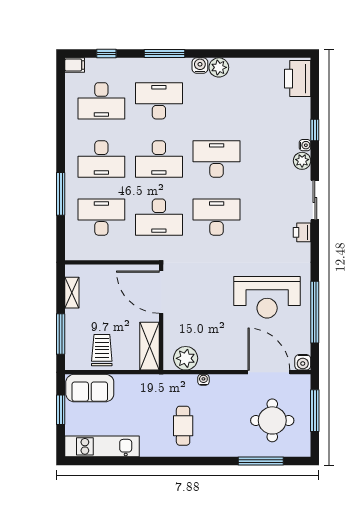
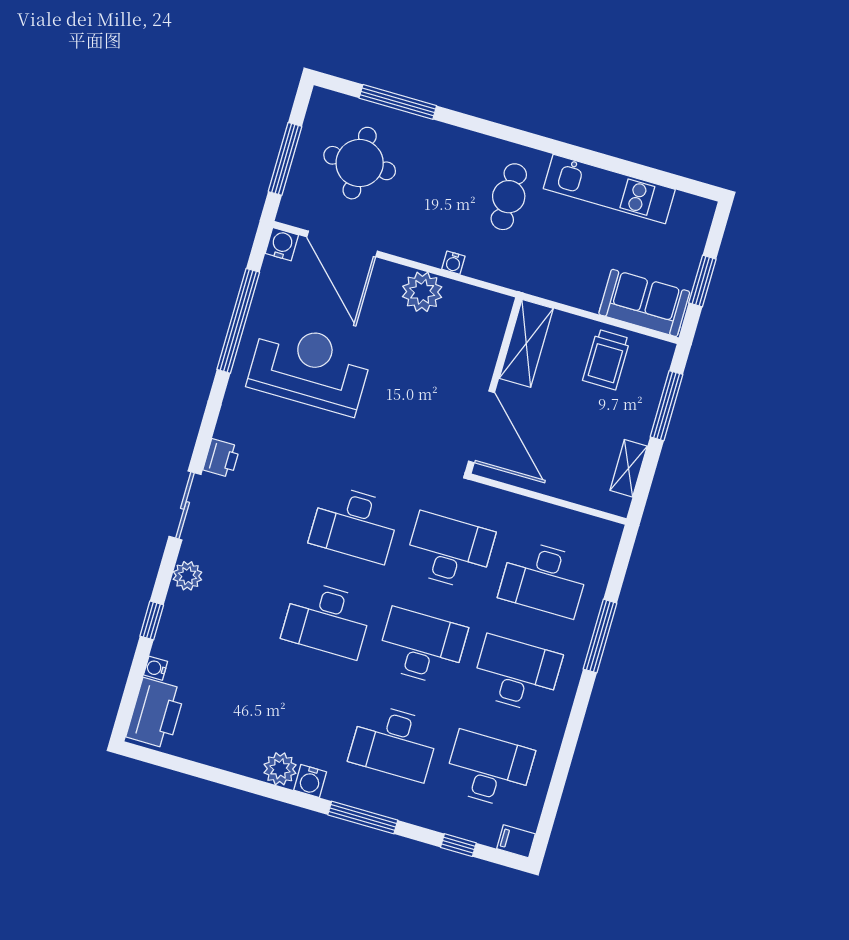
water cooler: (305, 145) -> (156, 668), moved
plant: (186, 358) -> (422, 292), moved
kitchen unit: (102, 446) -> (609, 189), moved

